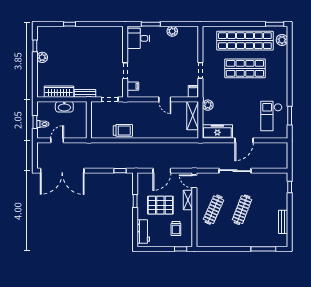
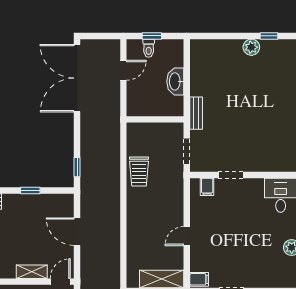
wardrobe: (59, 92) -> (199, 73), removed
door: (57, 140) -> (123, 70), hinge flipped
pallet: (160, 205) -> (24, 229), removed

